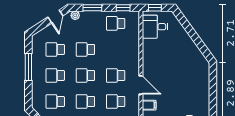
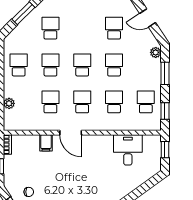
door: (55, 16) -> (148, 18), moved
desk: (155, 27) -> (128, 150), moved
school desk: (55, 75) -> (114, 102), moved
door: (141, 85) -> (71, 133), hinge flipped

